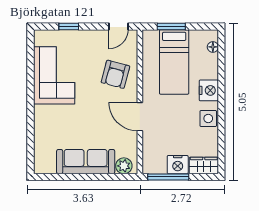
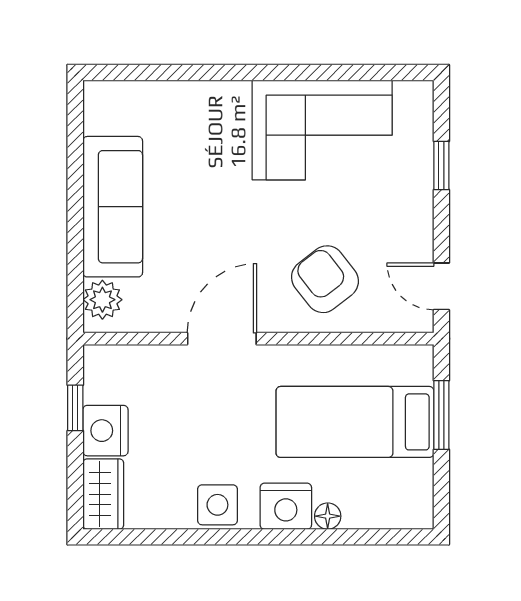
floor lamp: (213, 47) -> (328, 516), moved
armchair: (115, 74) -> (325, 279), turned 37
window: (168, 177) -> (75, 408), width x0.46

